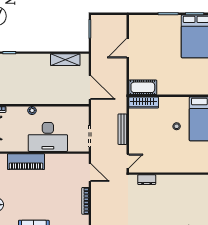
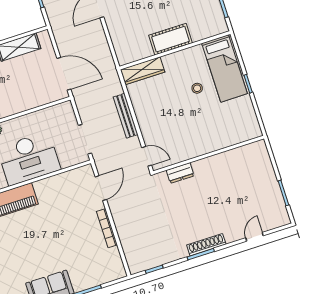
cot: (143, 87) -> (170, 39), moved
door: (128, 161) -> (147, 156), hinge flipped
door: (90, 173) -> (101, 188), hinge flipped

